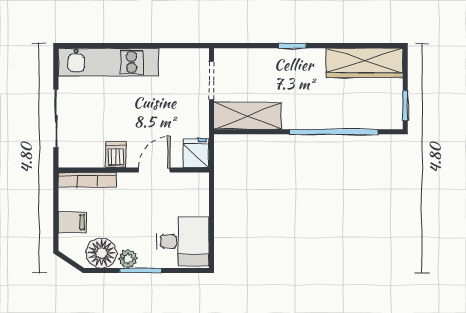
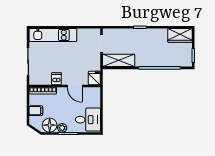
wardrobe: (365, 63) -> (180, 35), width x0.67
door: (154, 170) -> (75, 86), swing flipped

